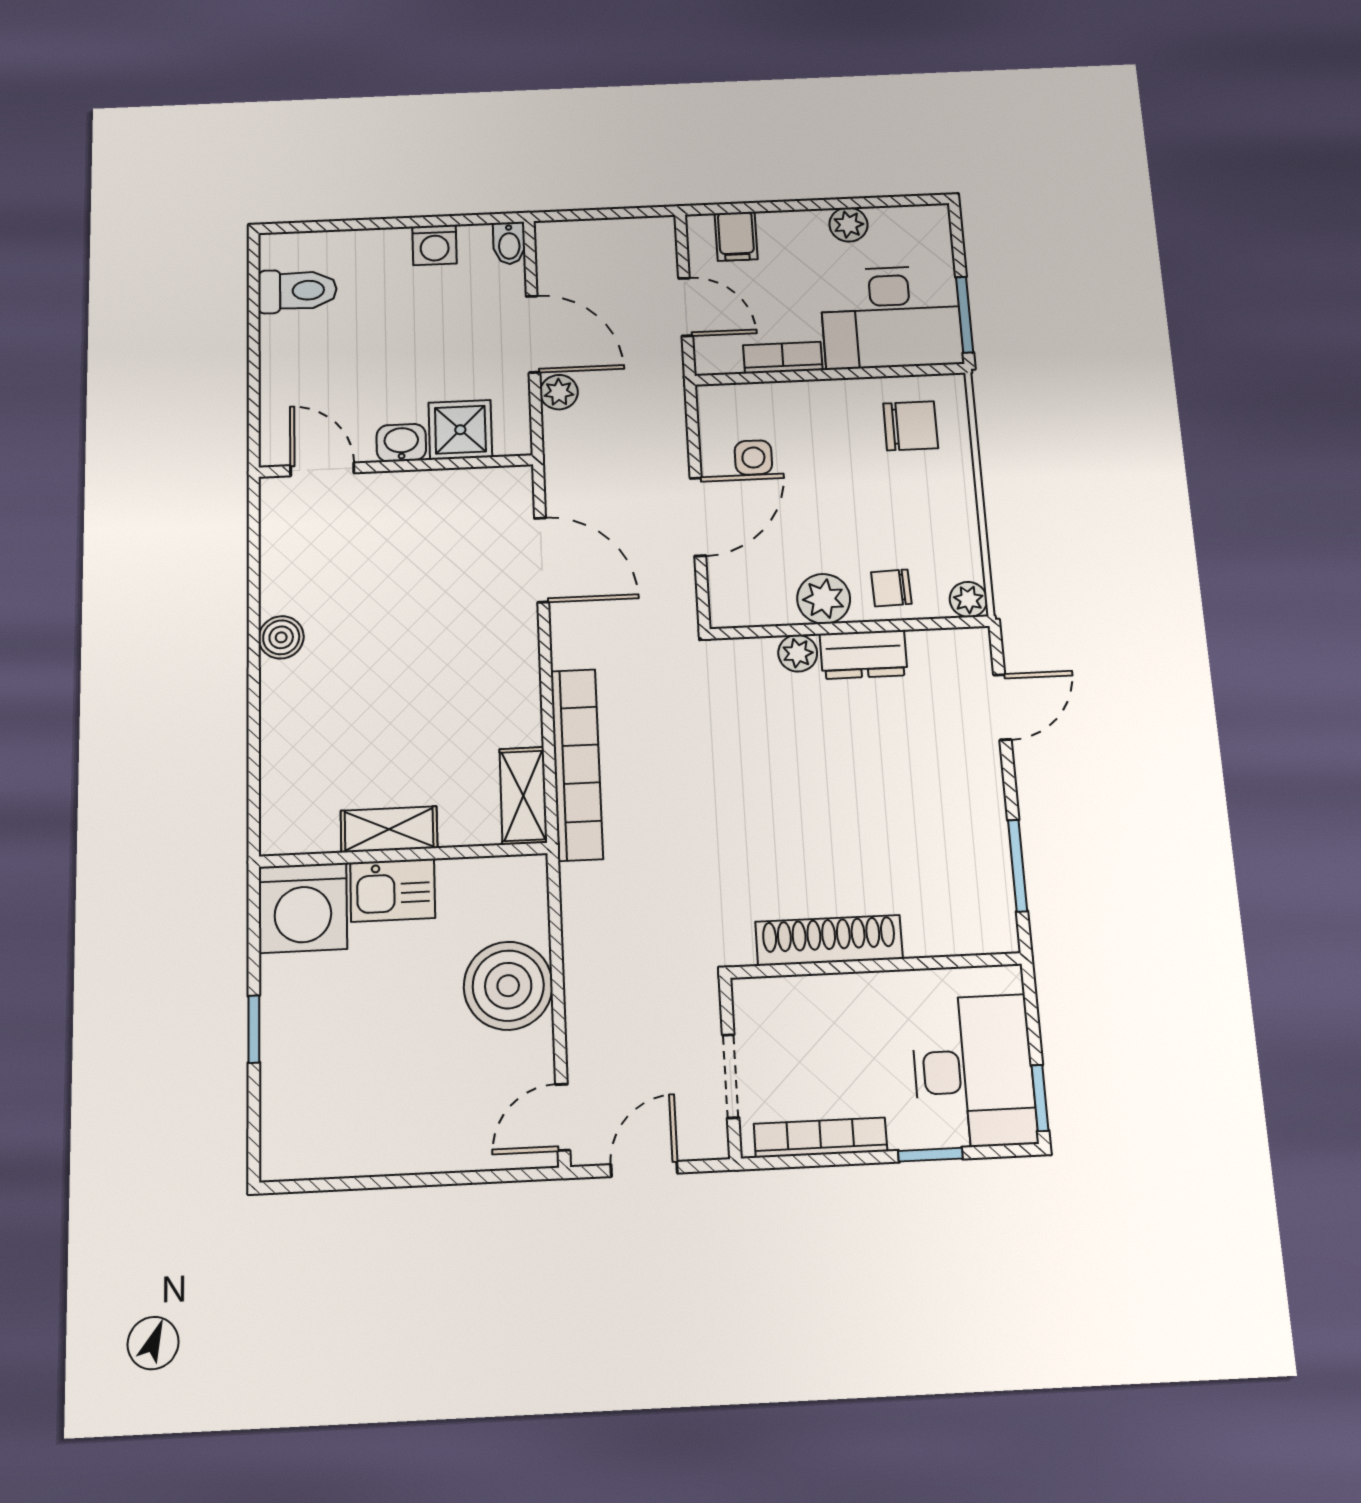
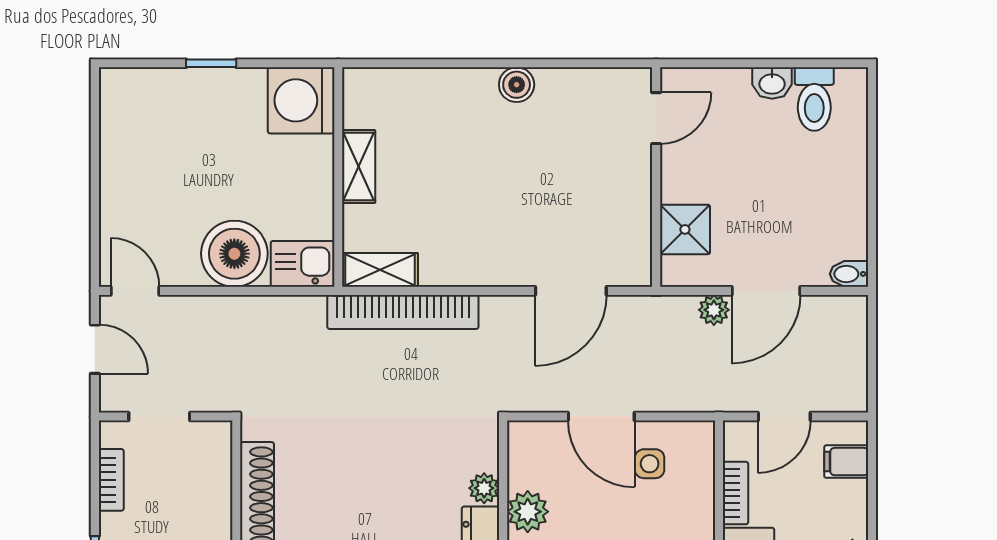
washing machine: (435, 245) -> (850, 212), removed
washbasin: (401, 443) -> (772, 83), moved, turned 90
kitchen sink: (393, 890) -> (303, 264), moved, turned 90
bookcase: (821, 1138) -> (111, 480), width x0.64

